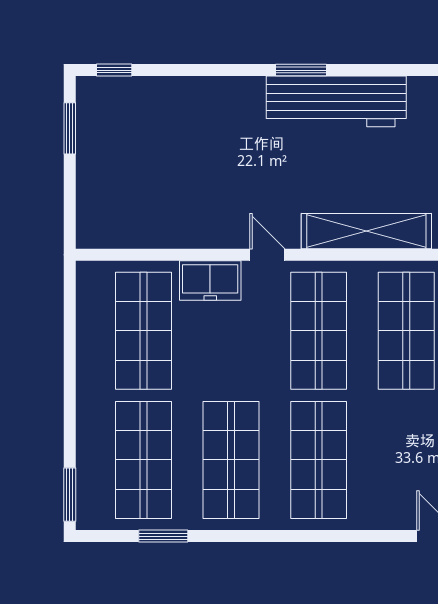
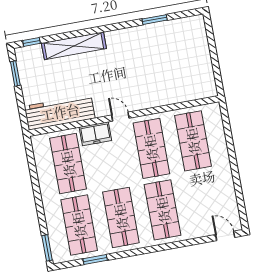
window: (301, 70) -> (155, 20), moved
workbench: (336, 101) -> (60, 112), moved, turned 180
shelving: (366, 231) -> (74, 46), moved

